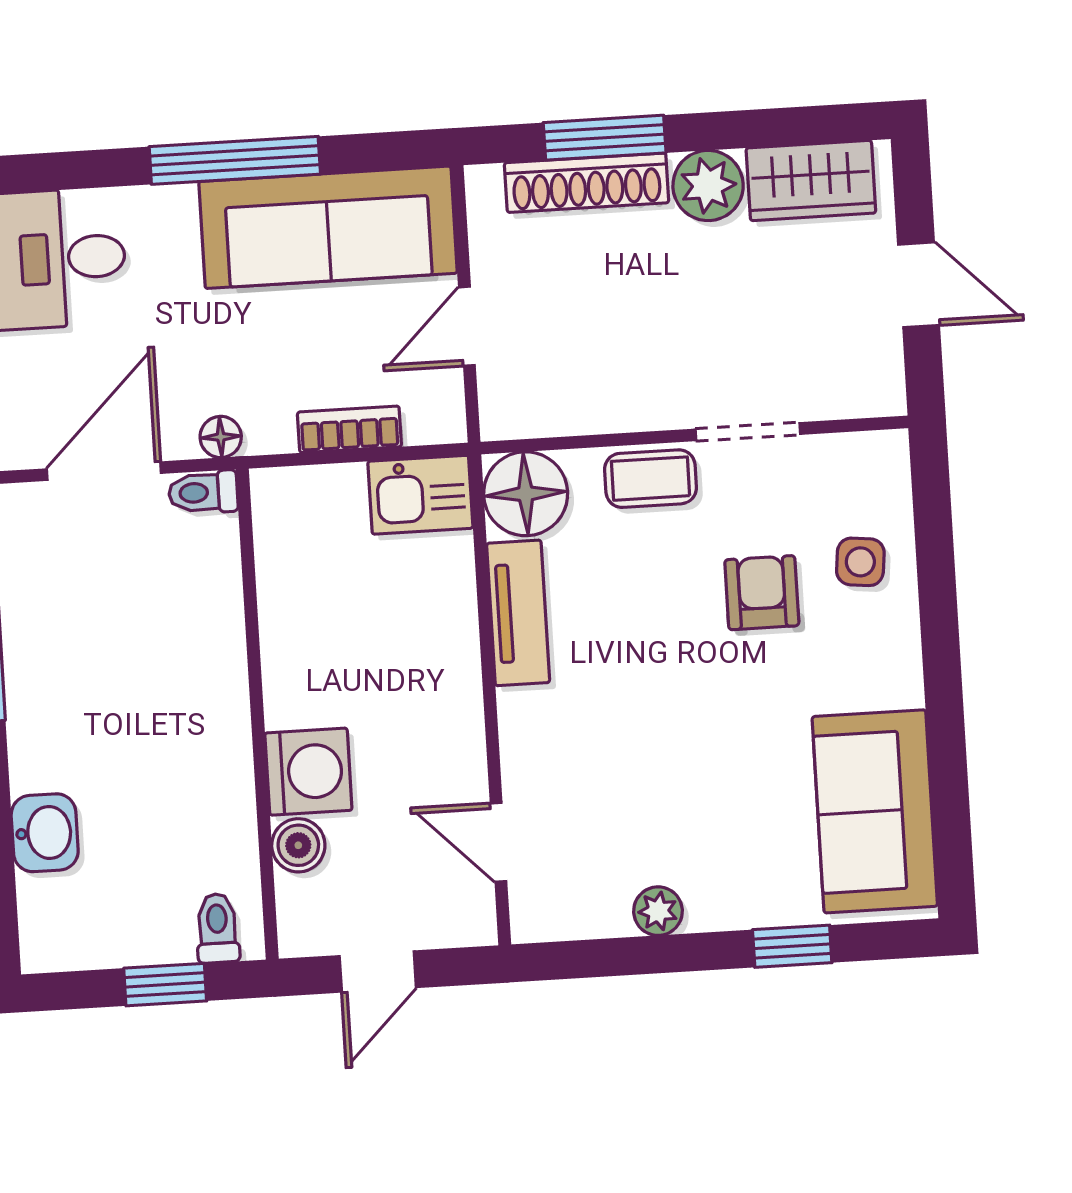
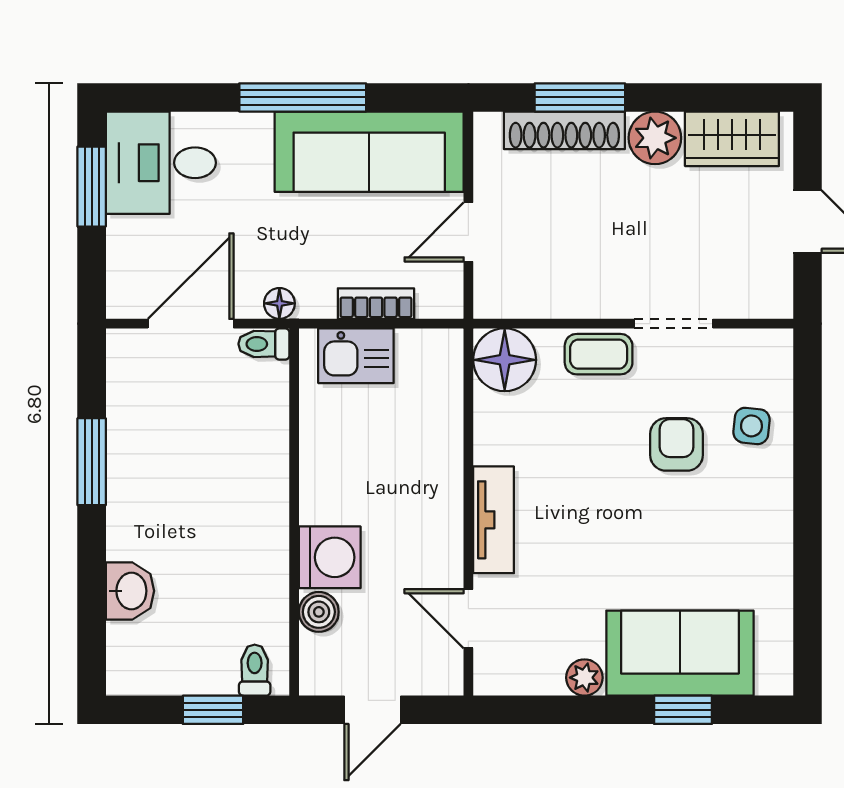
kitchen sink: (420, 495) -> (356, 356), moved
tv unit: (518, 613) -> (494, 520), moved
sofa: (875, 811) -> (680, 653), moved, turned 90

